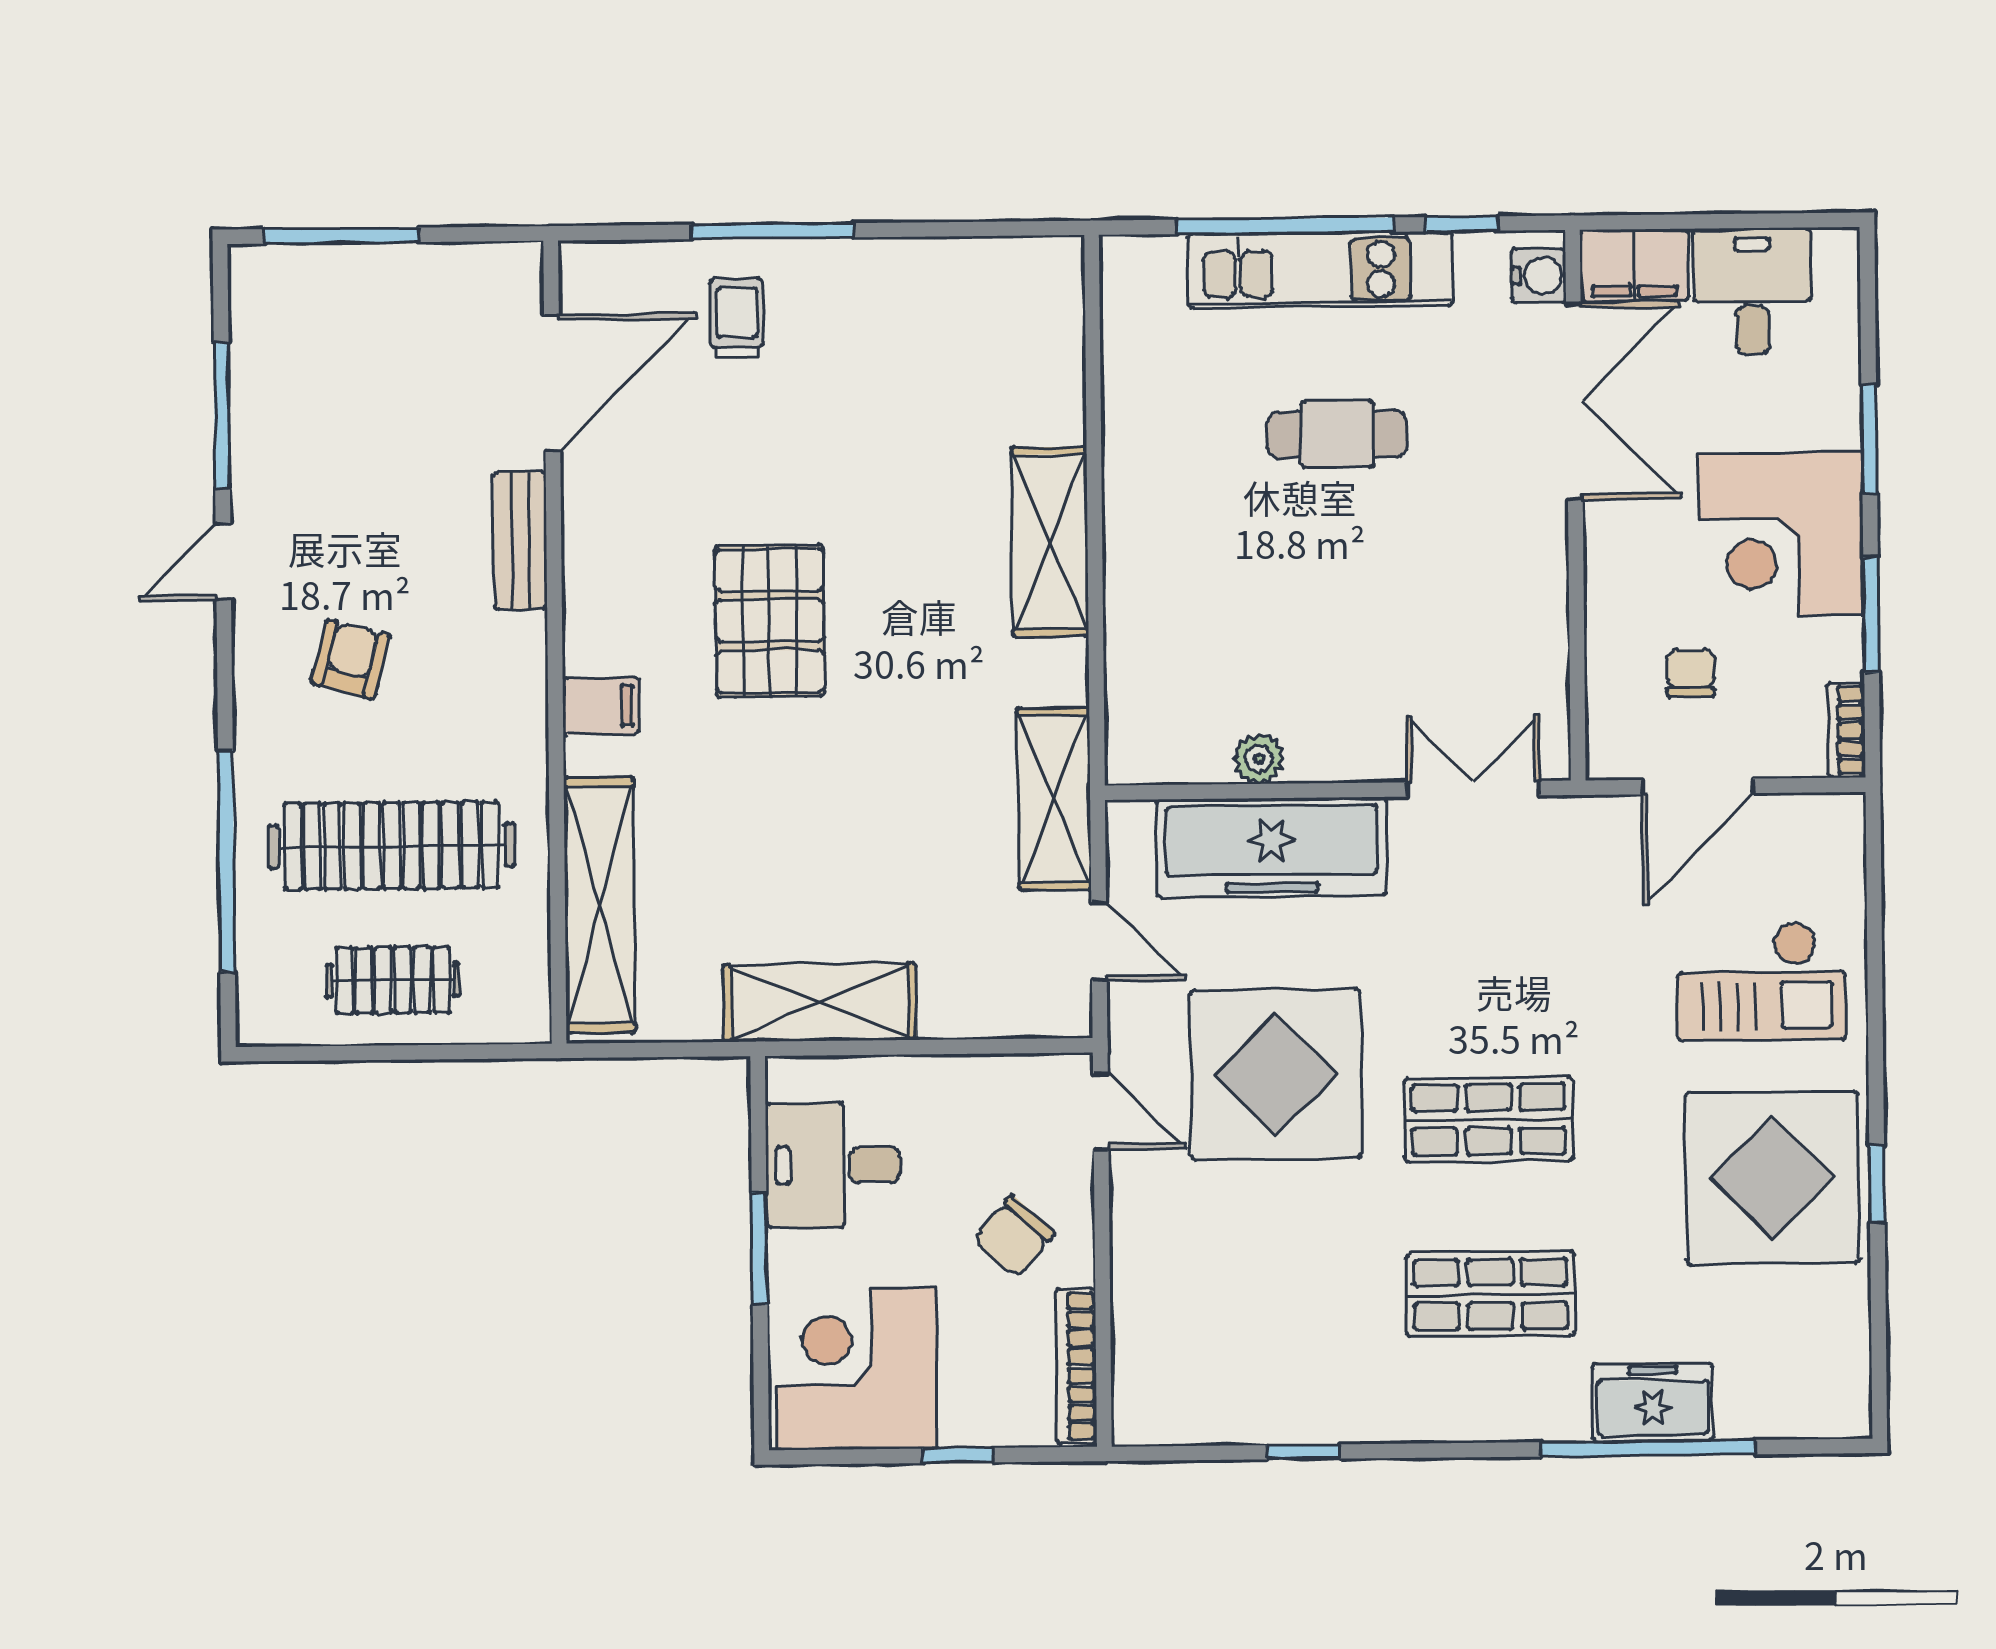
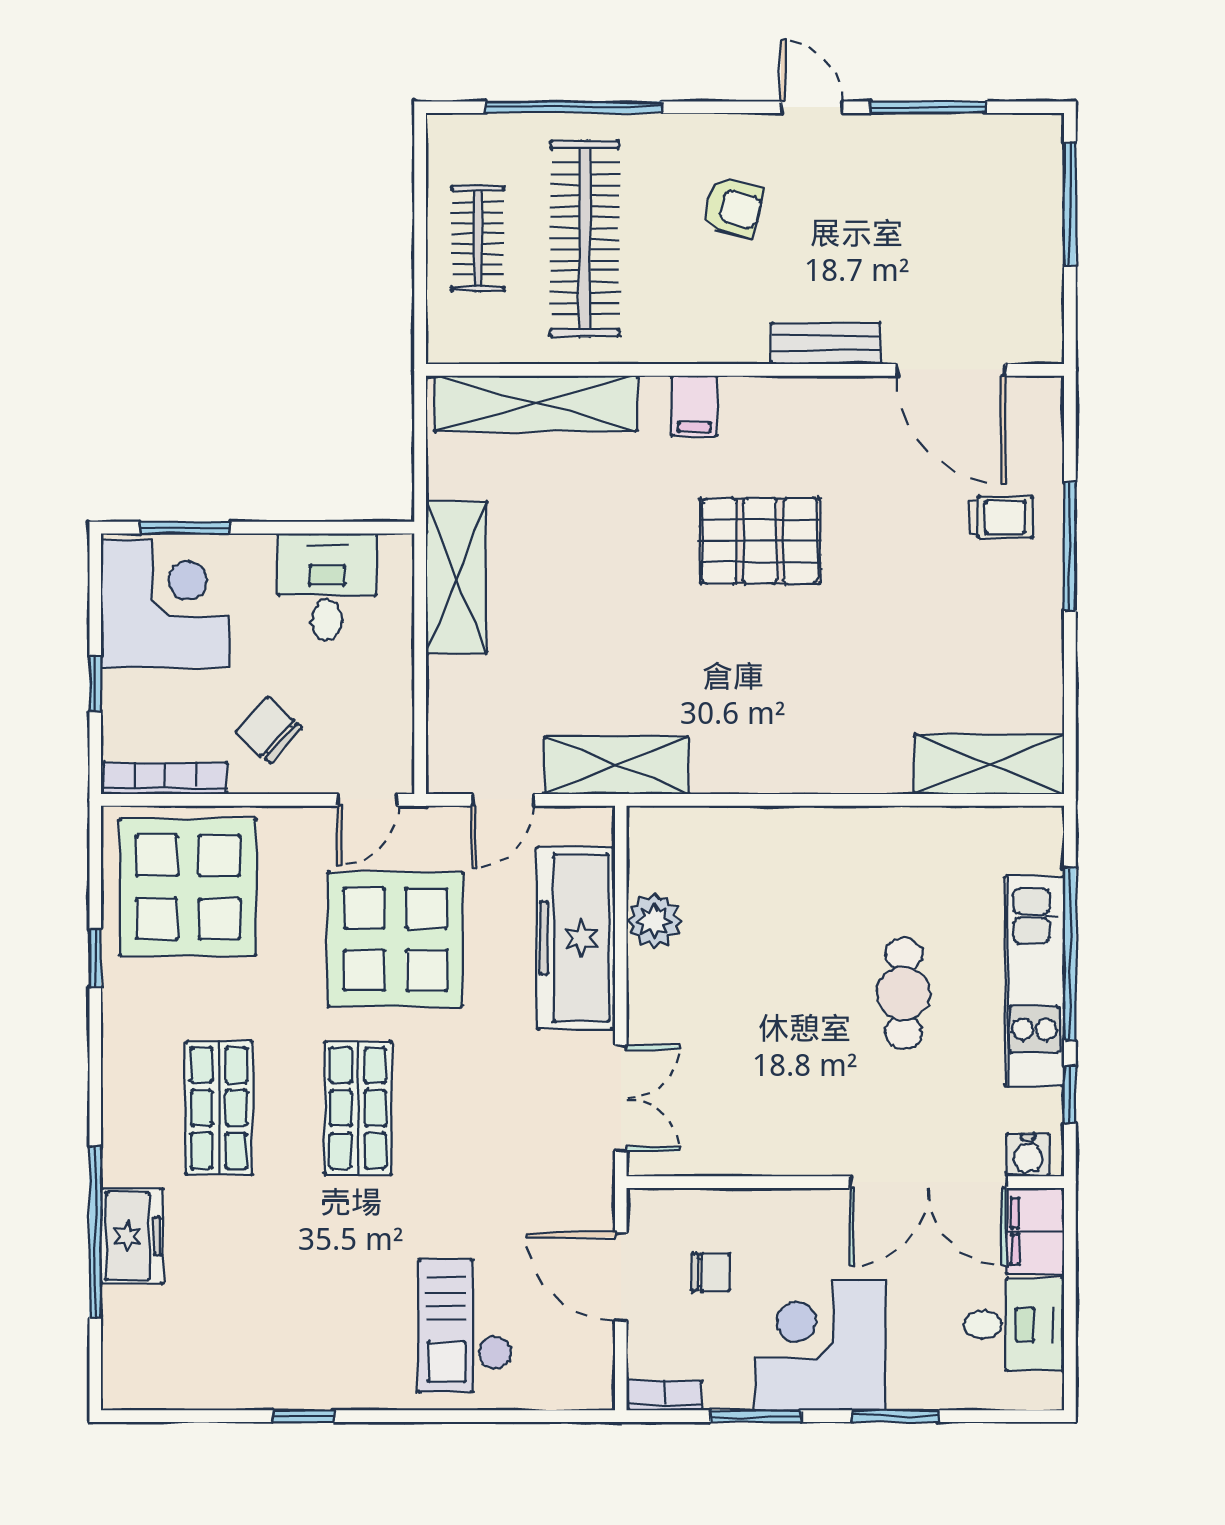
shelving: (1050, 541) -> (989, 764), moved
plant: (1259, 759) -> (654, 921), width x1.38, depth x1.38
display table: (1772, 1178) -> (188, 887), moved
window: (760, 1249) -> (185, 528), moved

